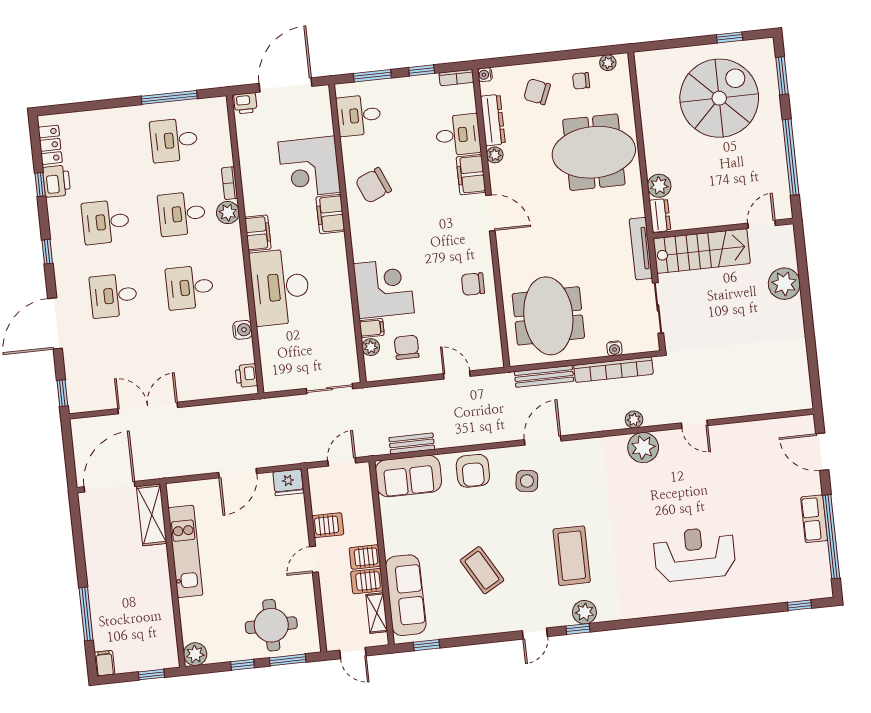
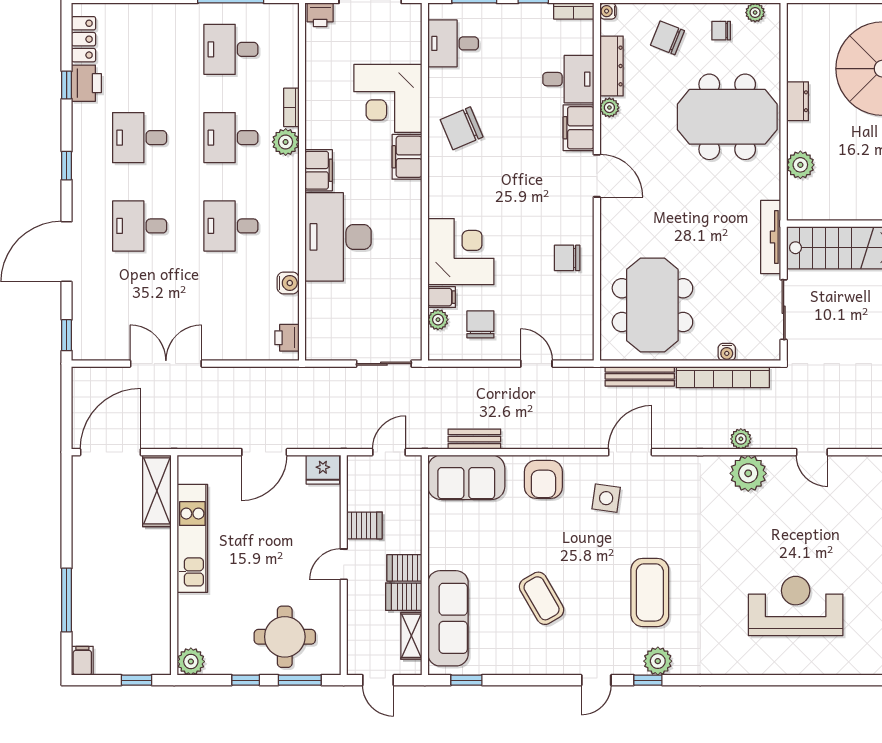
dresser: (660, 215) -> (797, 101), moved

